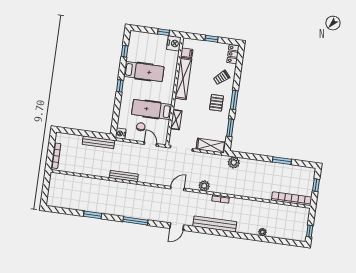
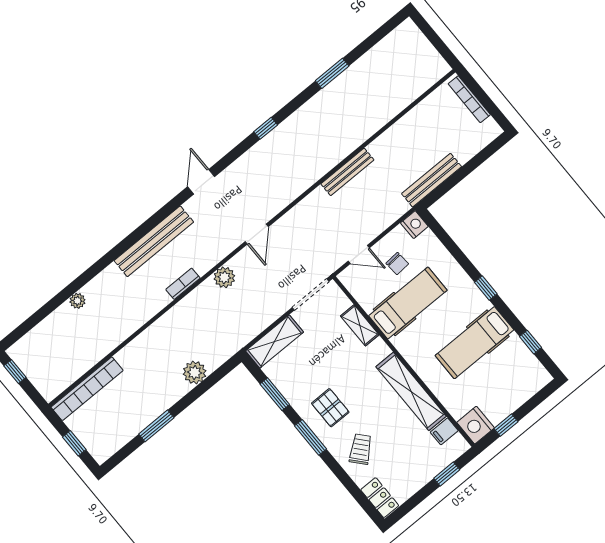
window: (212, 39) -> (447, 474), moved
plant: (234, 162) -> (195, 372), moved
window: (135, 221) -> (266, 128), width x0.46

